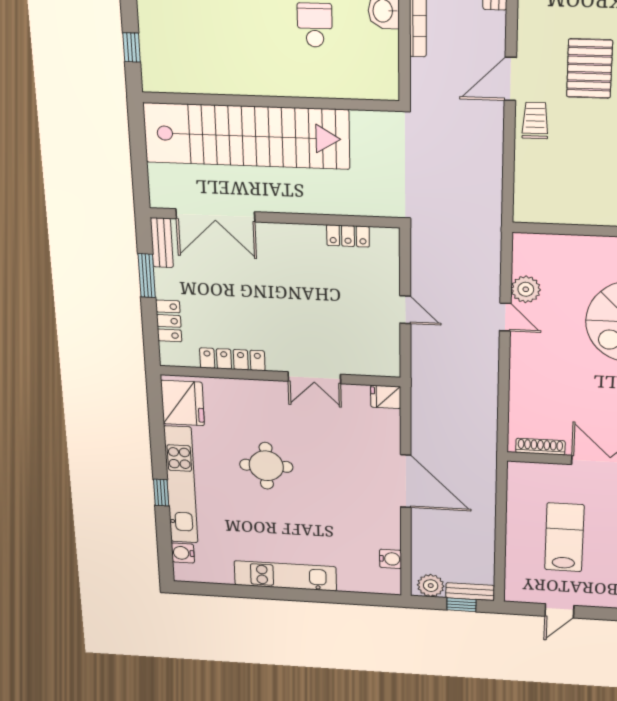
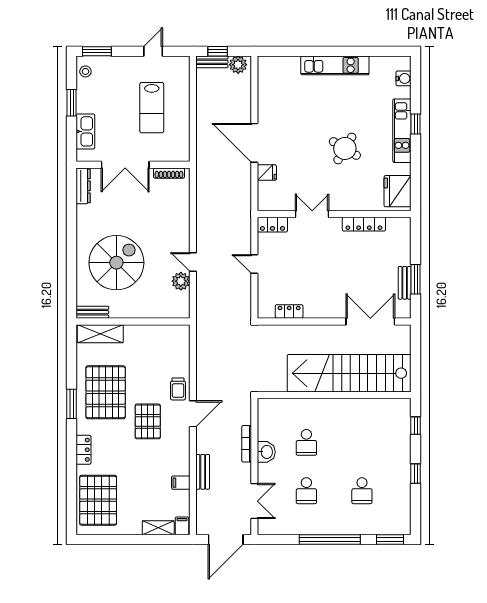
bench: (162, 243) -> (405, 283), moved
locker: (169, 321) -> (272, 225), moved, turned -90
fridge: (386, 397) -> (267, 173), moved
round table: (266, 466) -> (345, 148), turned 31
kitchen unit: (181, 485) -> (402, 131), width x0.73
water cooler: (390, 559) -> (265, 84), removed

